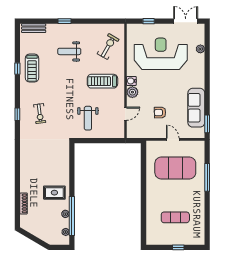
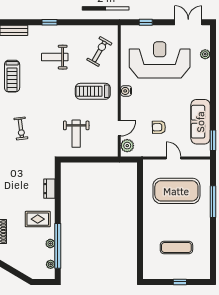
plant: (132, 92) -> (127, 146), moved
dresser: (65, 166) -> (49, 189), added

